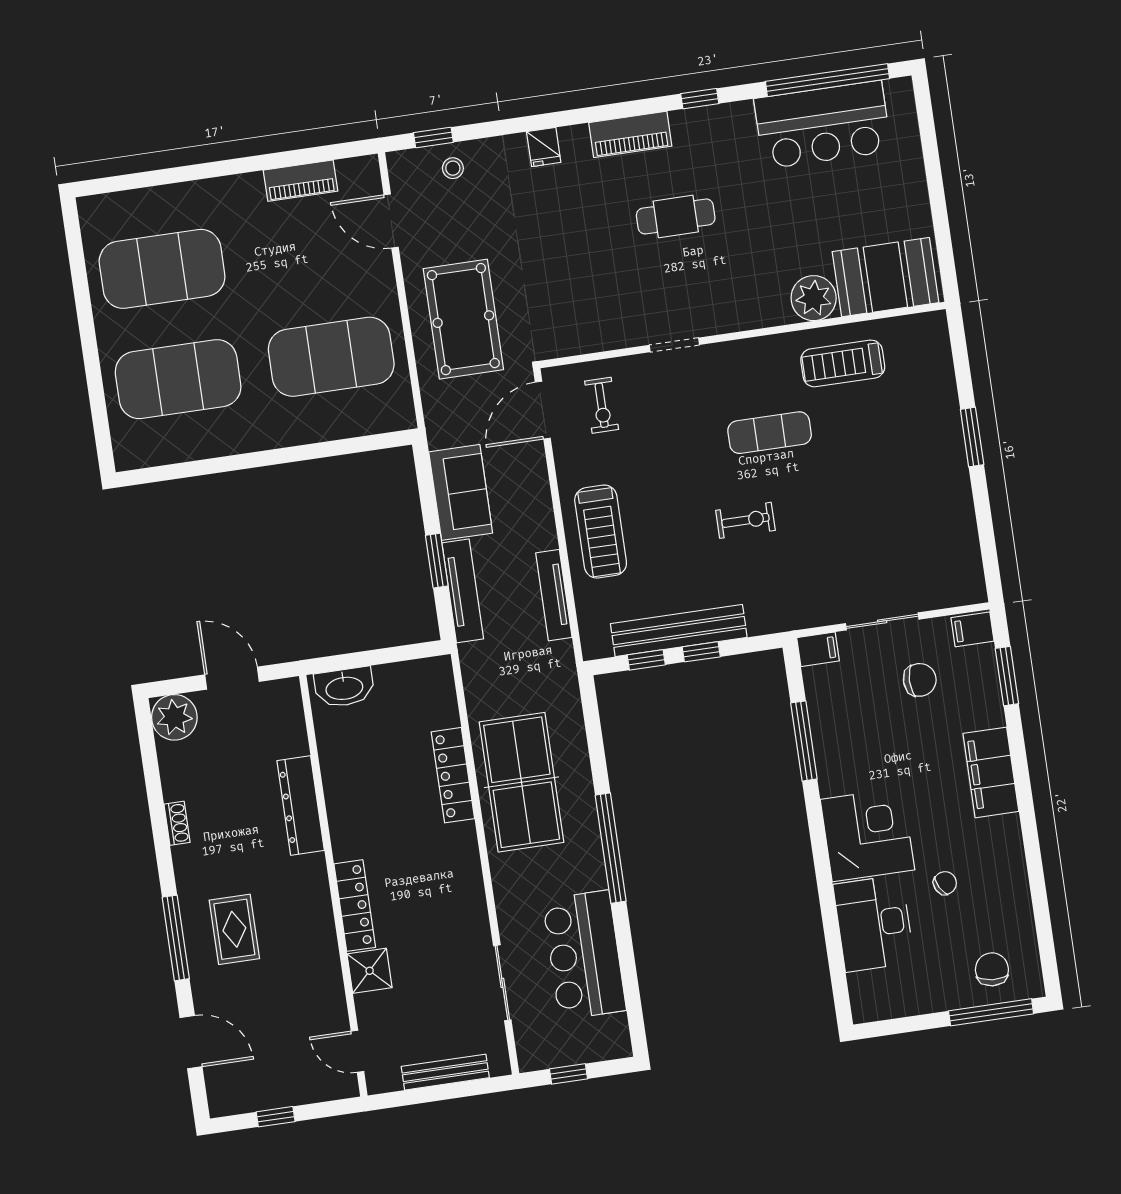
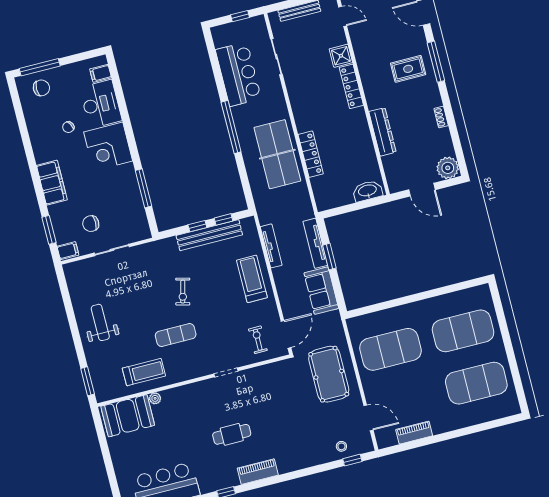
fridge: (544, 147) -> (299, 461), removed
plant: (814, 298) -> (155, 398), width x0.53, depth x0.53
window: (972, 437) -> (88, 381), moved
weight bench: (922, 475) -> (100, 322), added
exercise bike: (745, 520) -> (183, 292), turned -76
filing cabinet: (818, 649) -> (101, 73), moved
rug: (234, 929) -> (408, 69), turned 90
chair: (992, 969) -> (41, 88), turned -95

